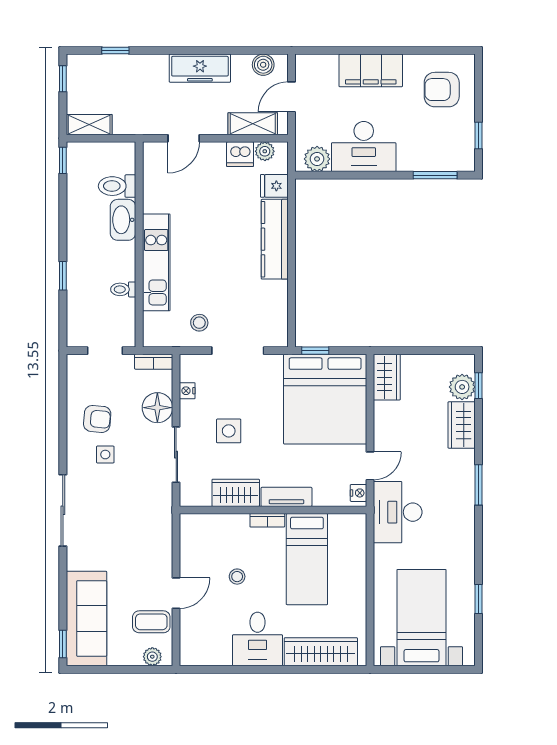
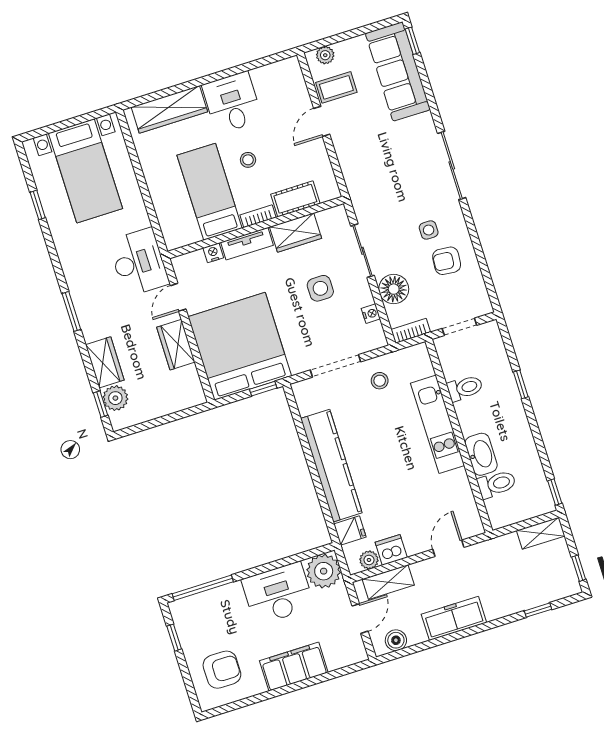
plant: (317, 159) -> (324, 571), width x1.36, depth x1.36
window: (435, 175) -> (203, 588), width x1.44
kitchen counter: (275, 239) -> (331, 466), width x1.39, depth x1.17
toilet: (123, 289) -> (465, 388), width x1.37, depth x1.39
wardrobe: (387, 377) -> (176, 345), moved
nightstand: (358, 493) -> (213, 253), moved, turned 90
cot: (226, 526) -> (295, 199), added
stool: (237, 577) -> (248, 160), moved

